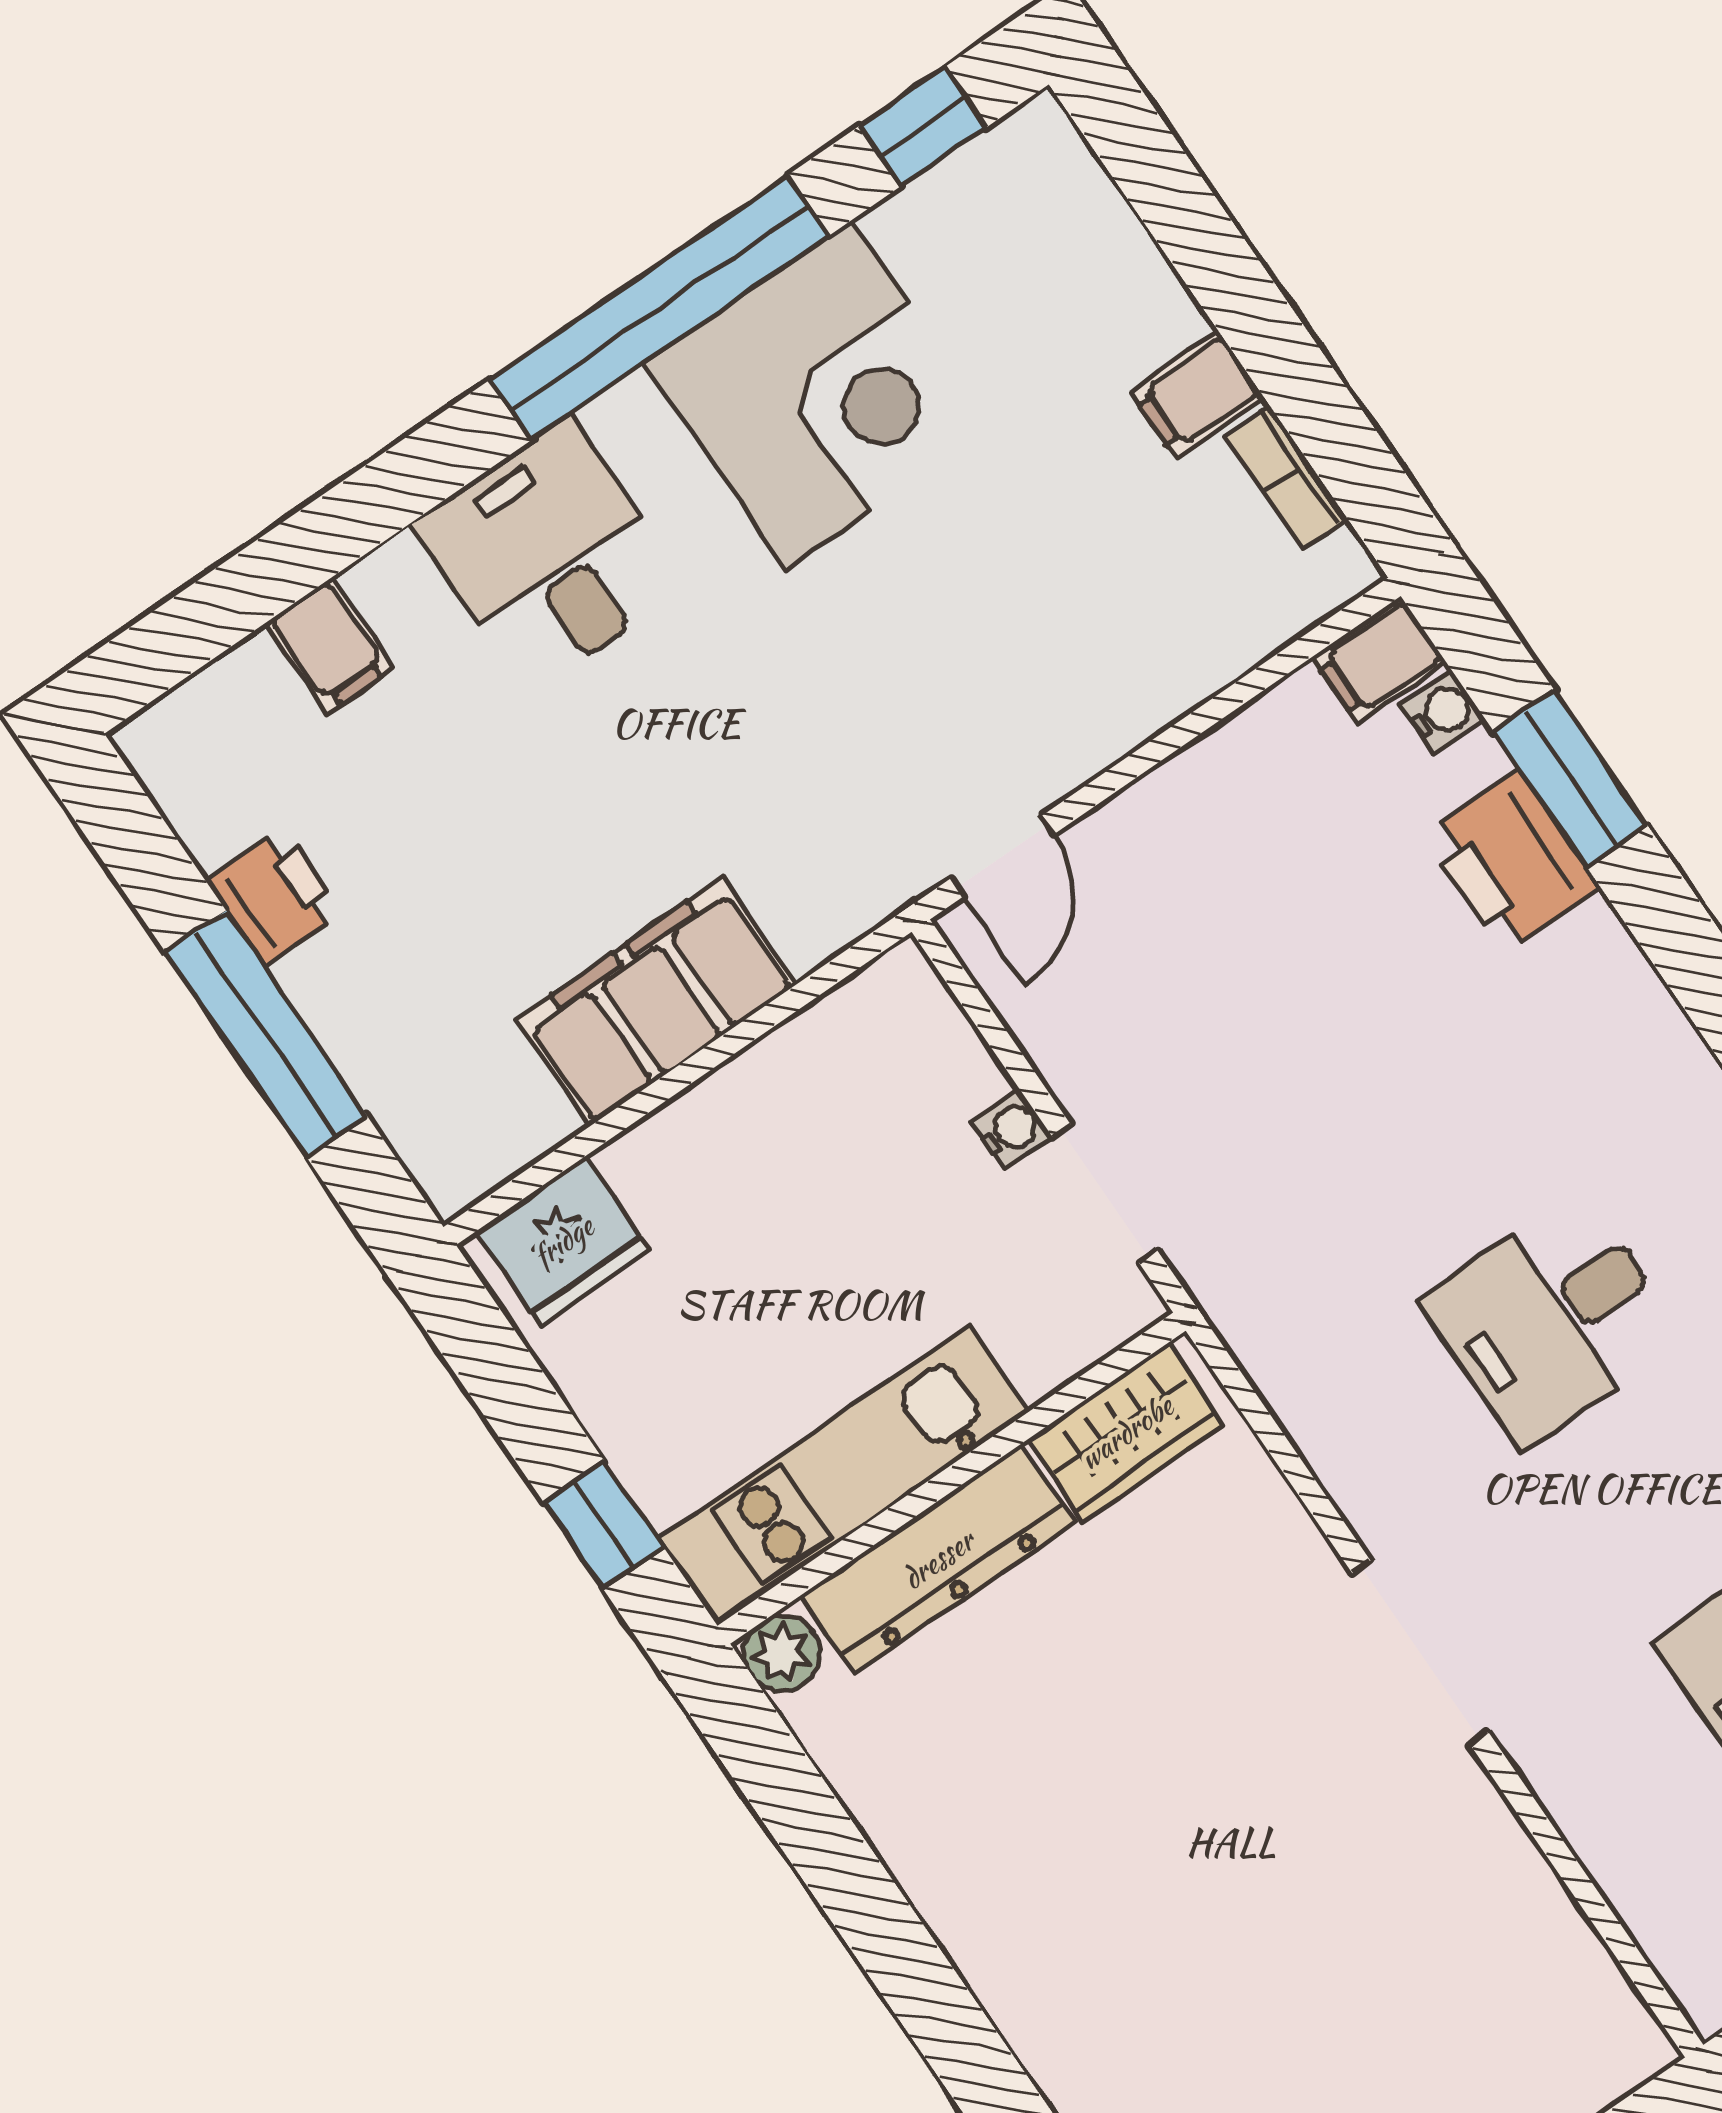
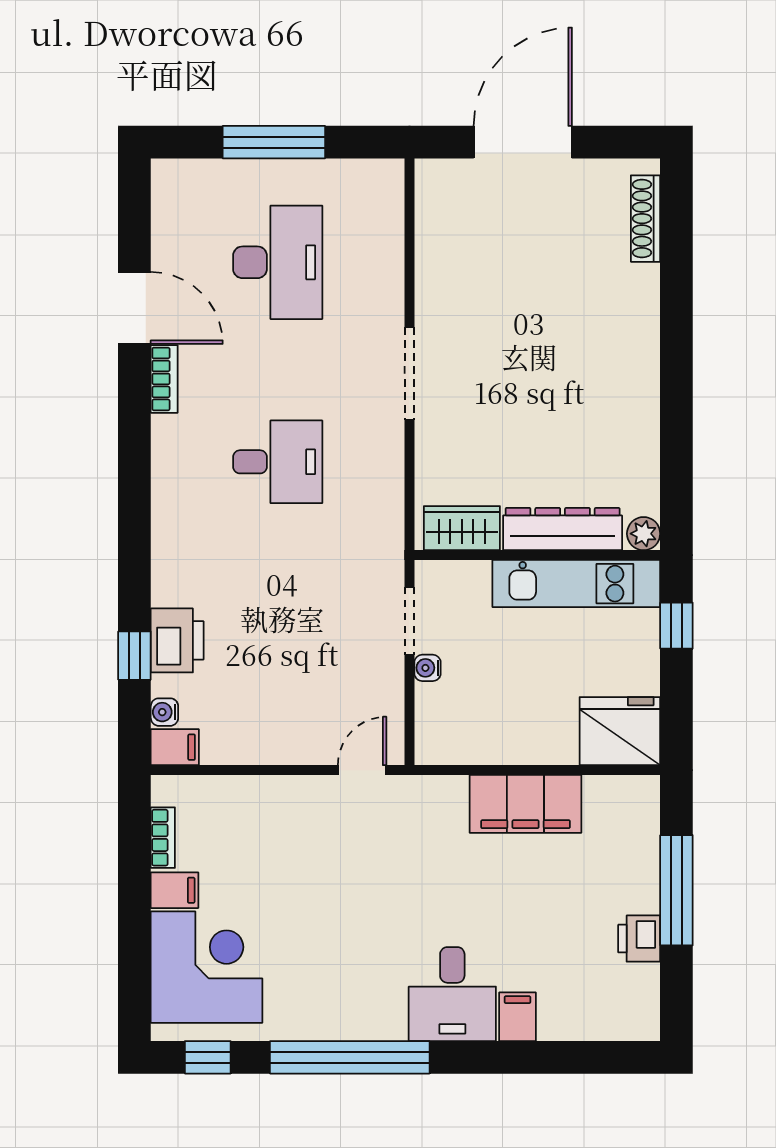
corner desk: (819, 395) -> (206, 967), moved, turned 90
filing cabinet: (330, 645) -> (517, 1017), moved
window: (1571, 778) -> (134, 656), width x0.67
fridge: (563, 1241) -> (620, 731), width x1.36, depth x1.34

